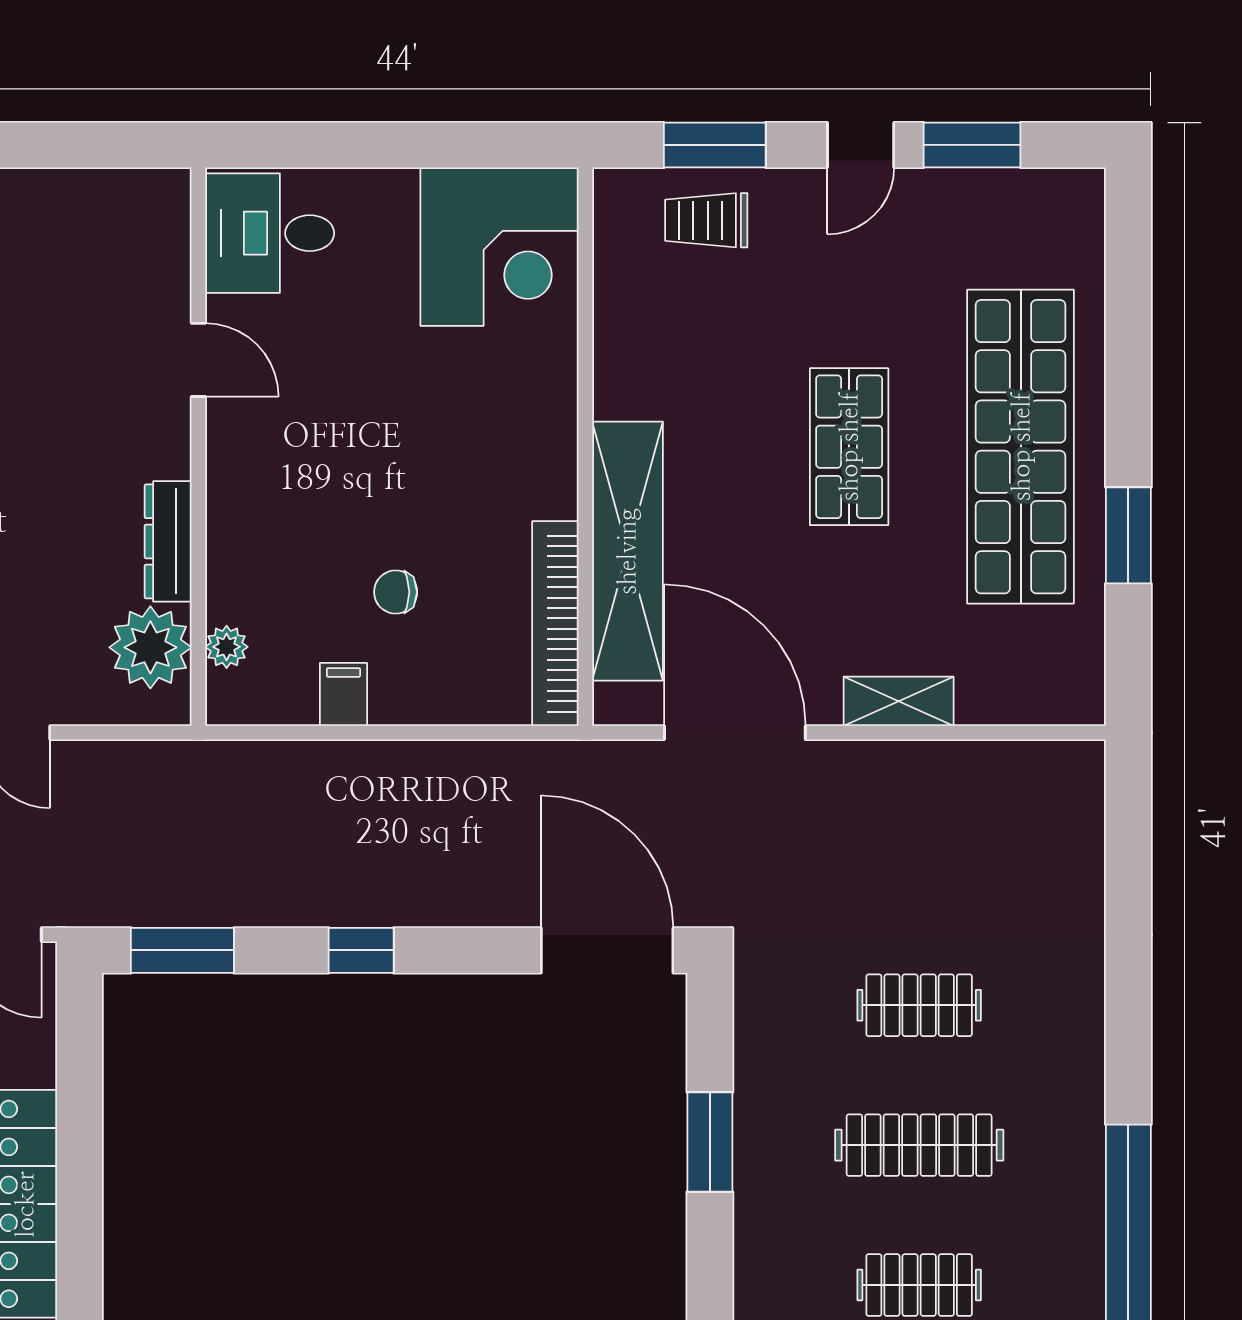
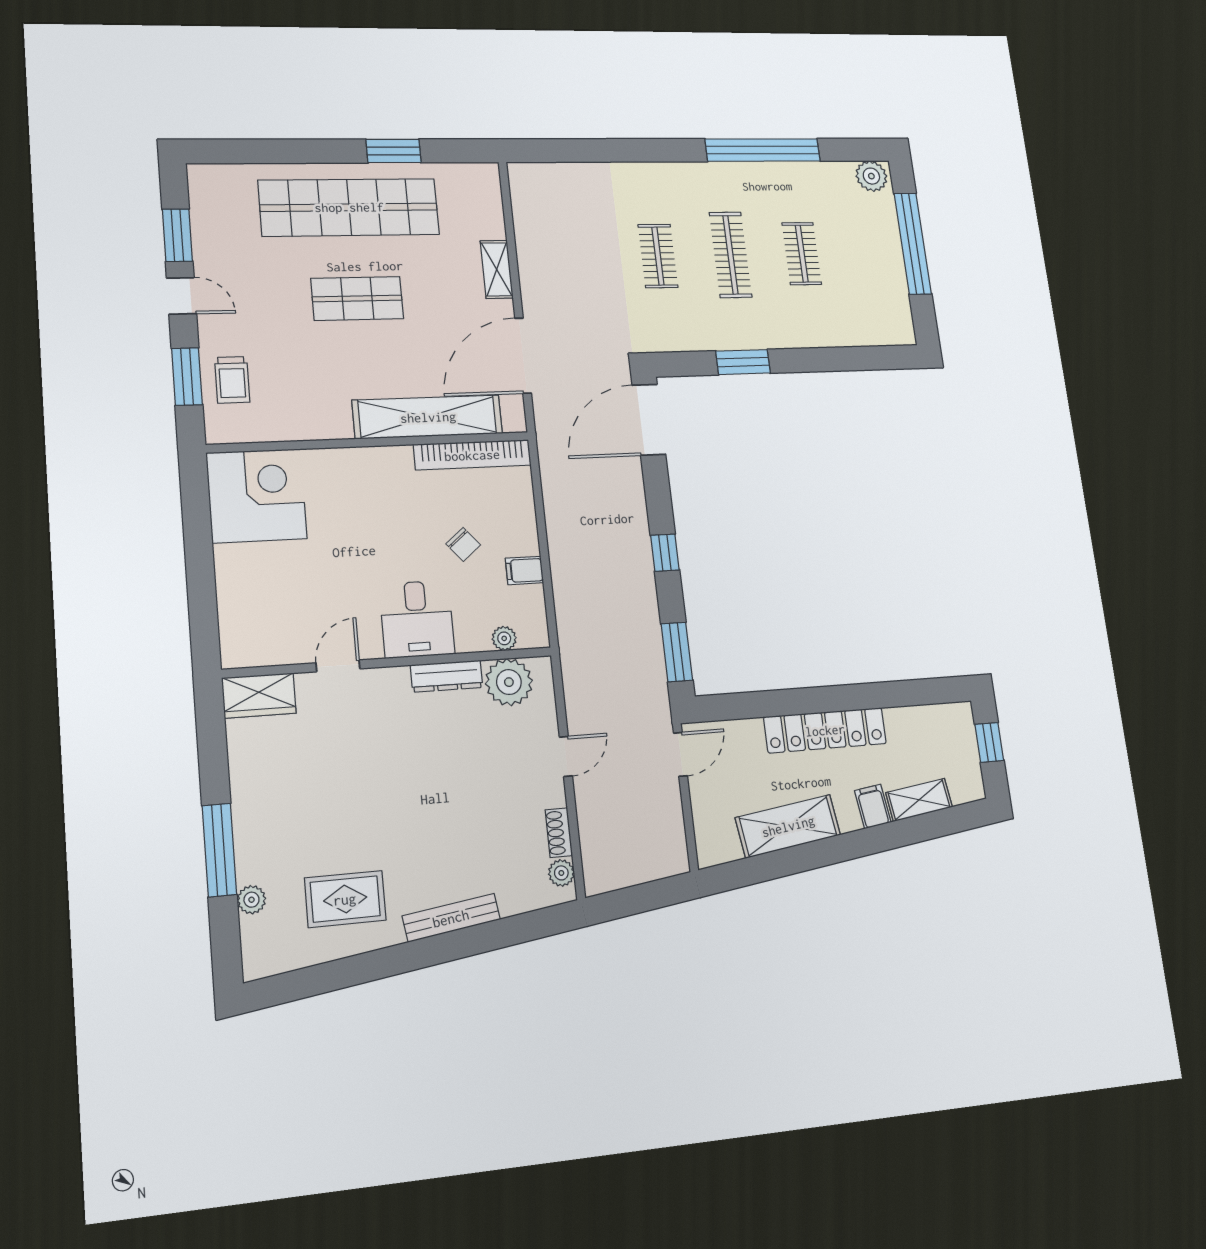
wardrobe: (158, 226) -> (259, 696), added
desk: (270, 233) -> (417, 619), moved
chair: (396, 592) -> (463, 544), turned -40

